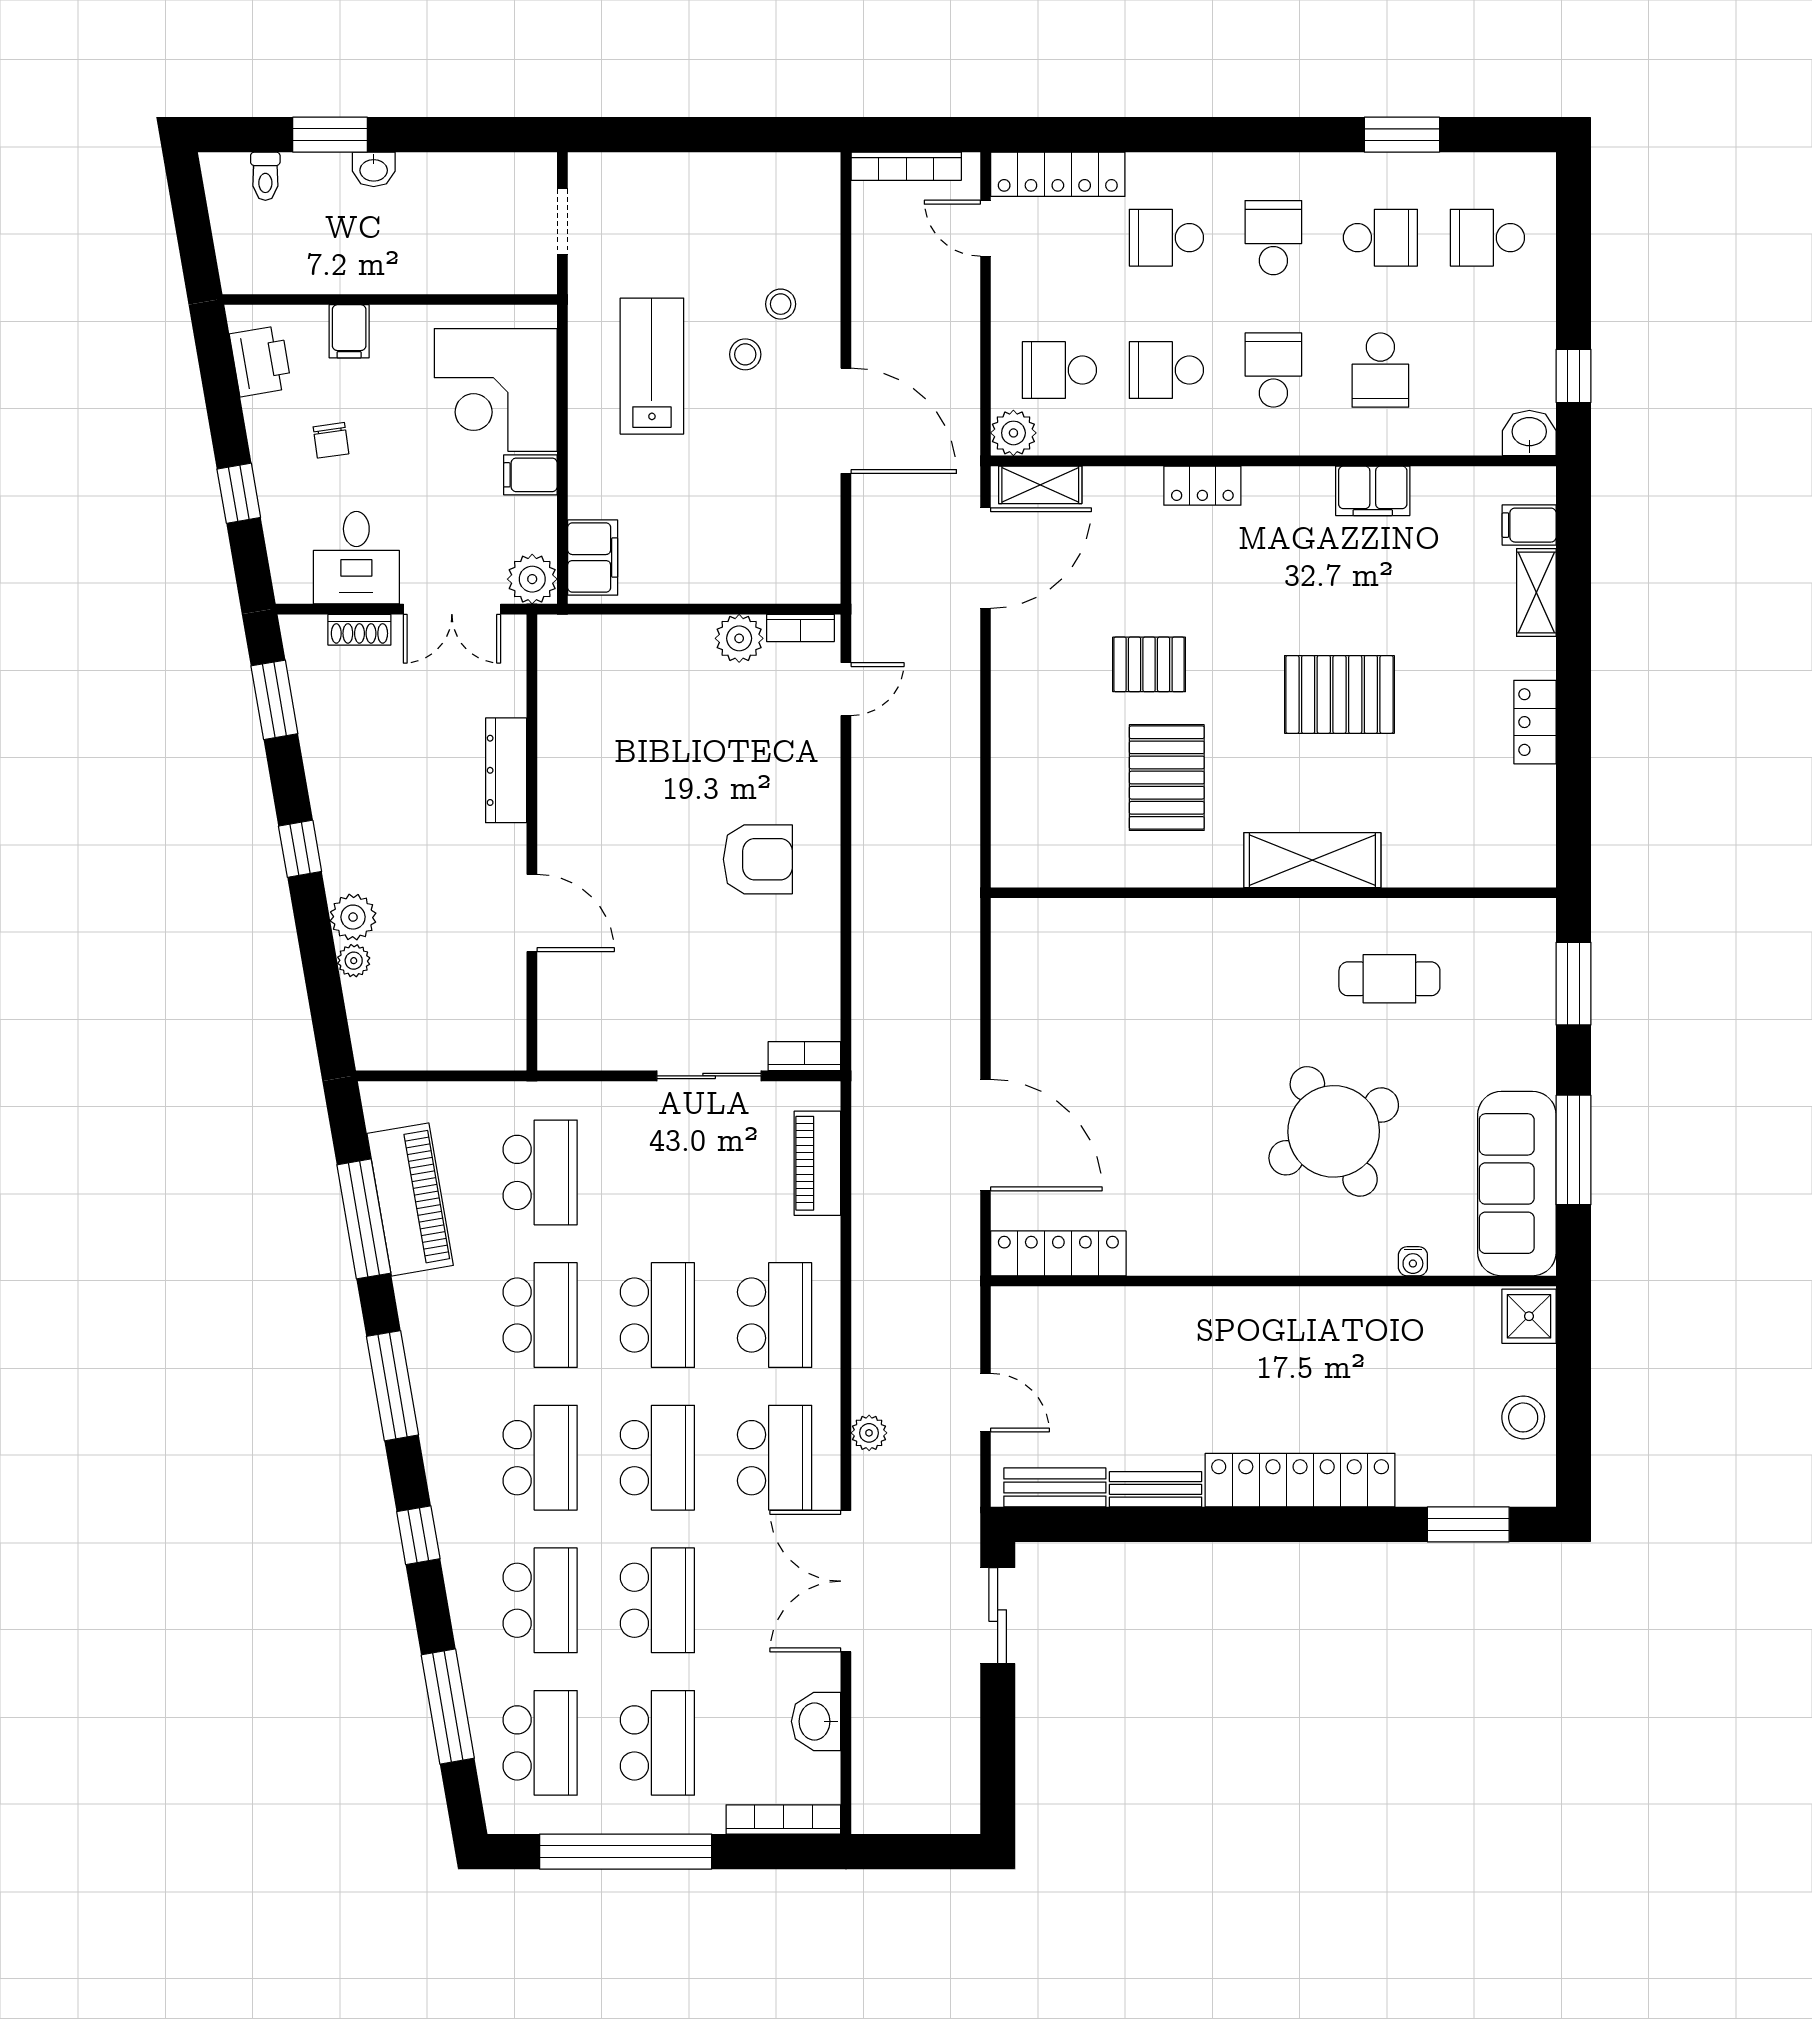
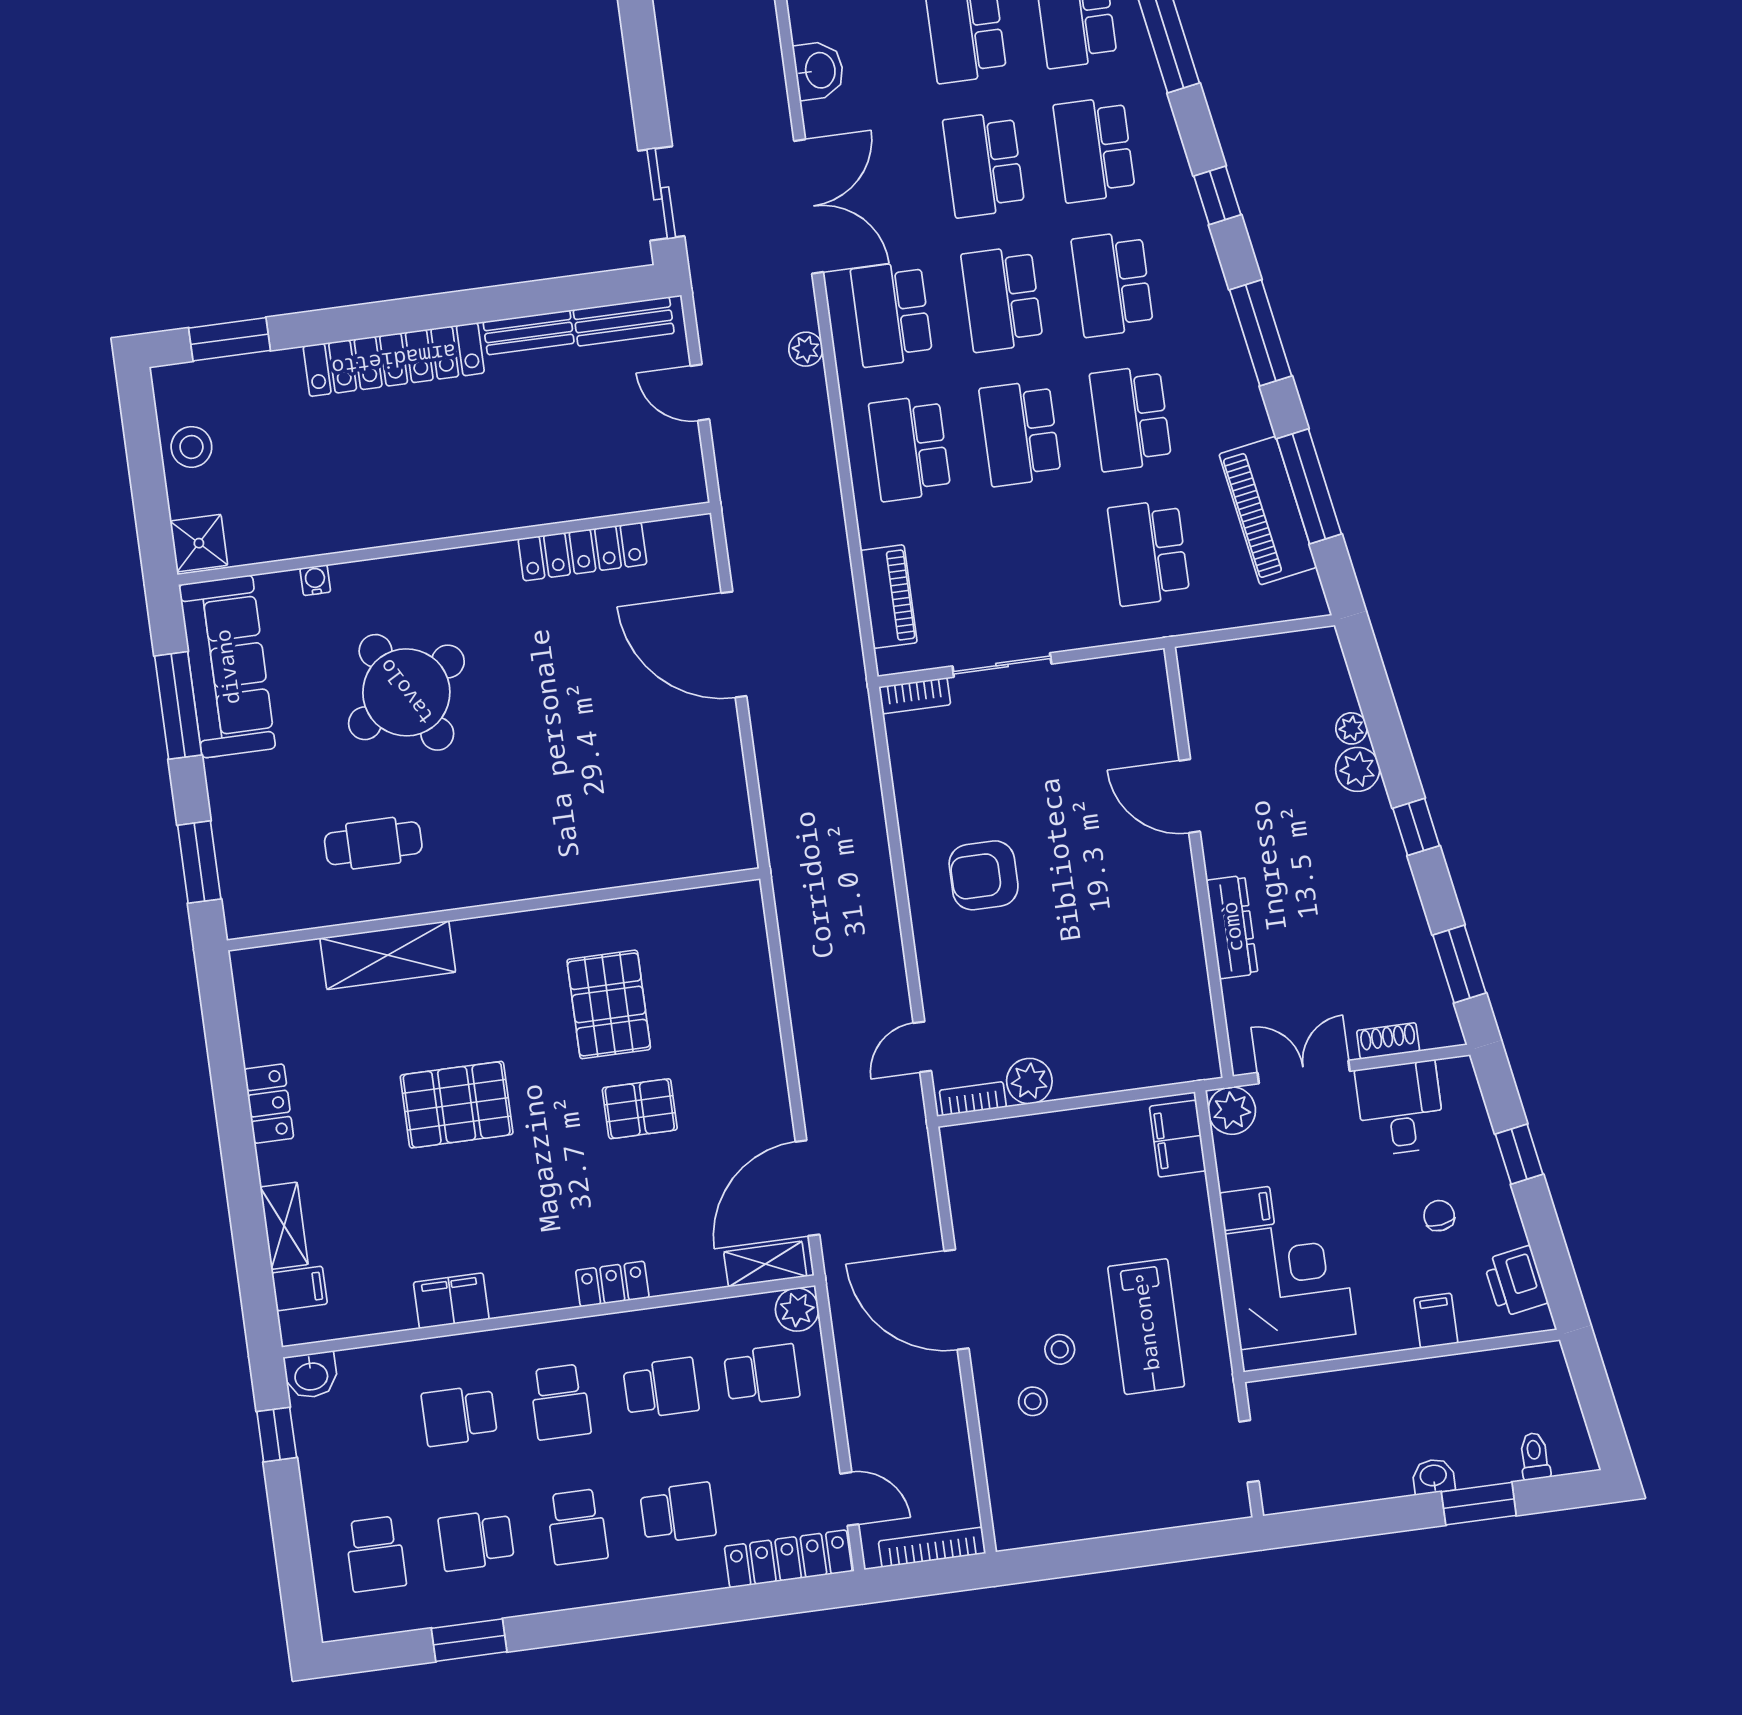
school desk: (1487, 238) -> (375, 1554), turned 90
school desk: (1380, 370) -> (459, 1416), turned -90
shelving: (1312, 860) -> (388, 955), moved
locker: (1058, 1253) -> (582, 552), moved

